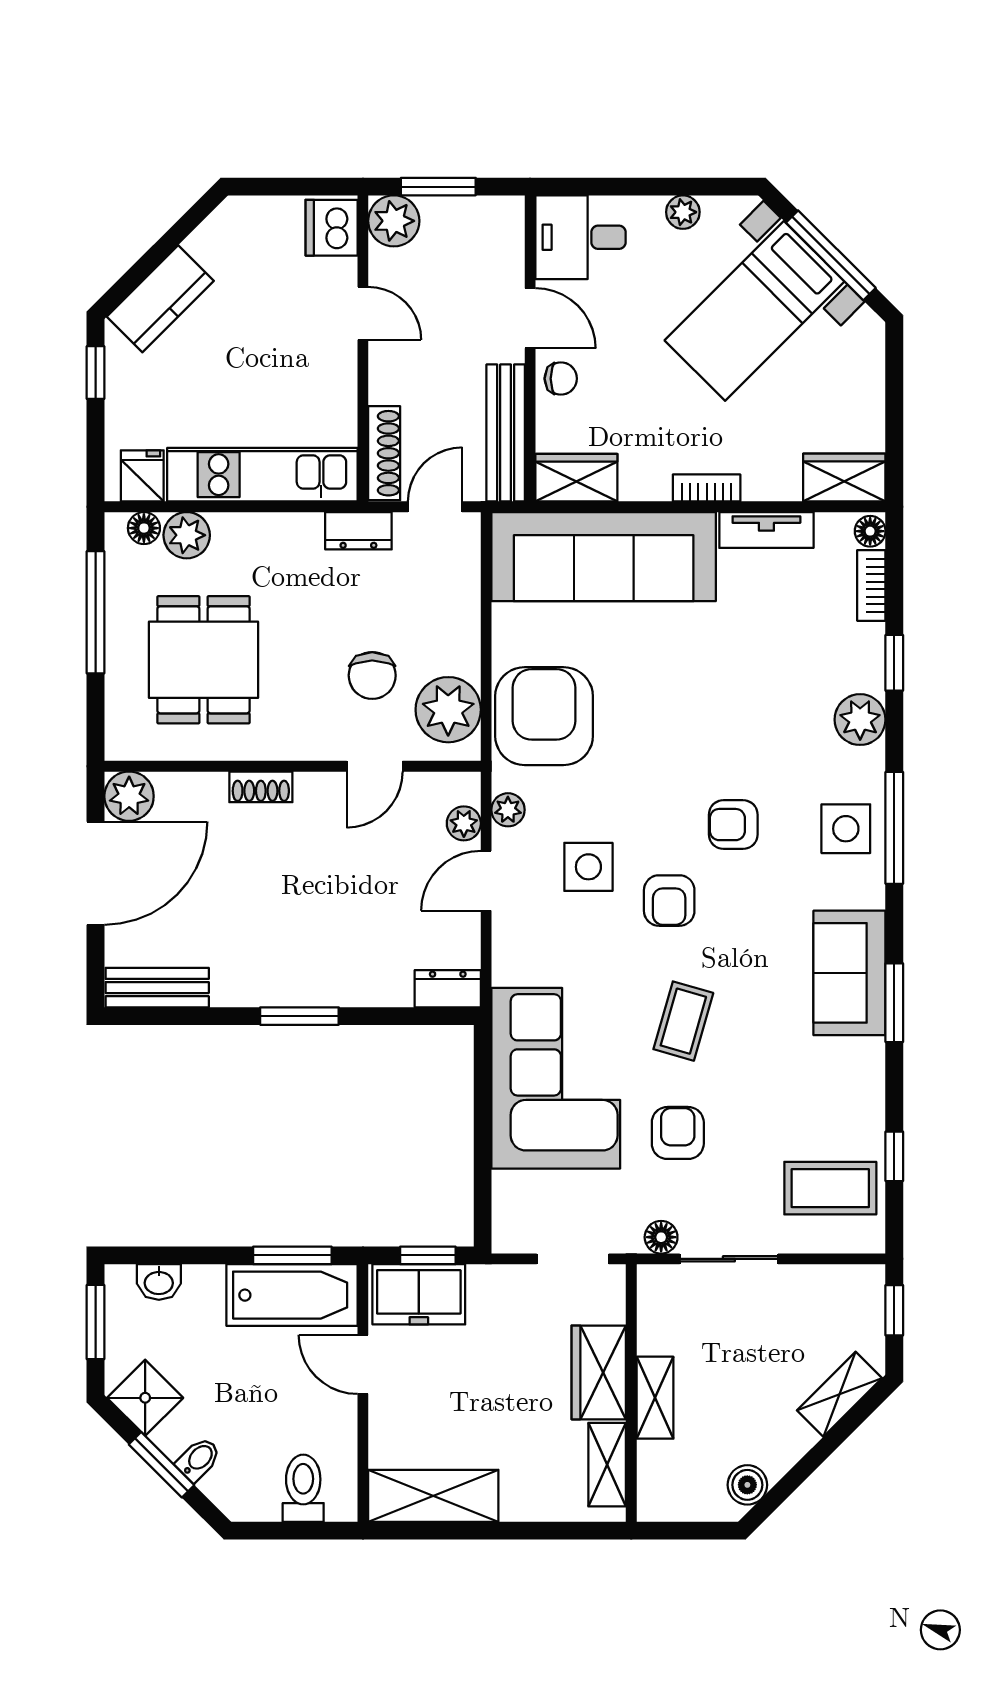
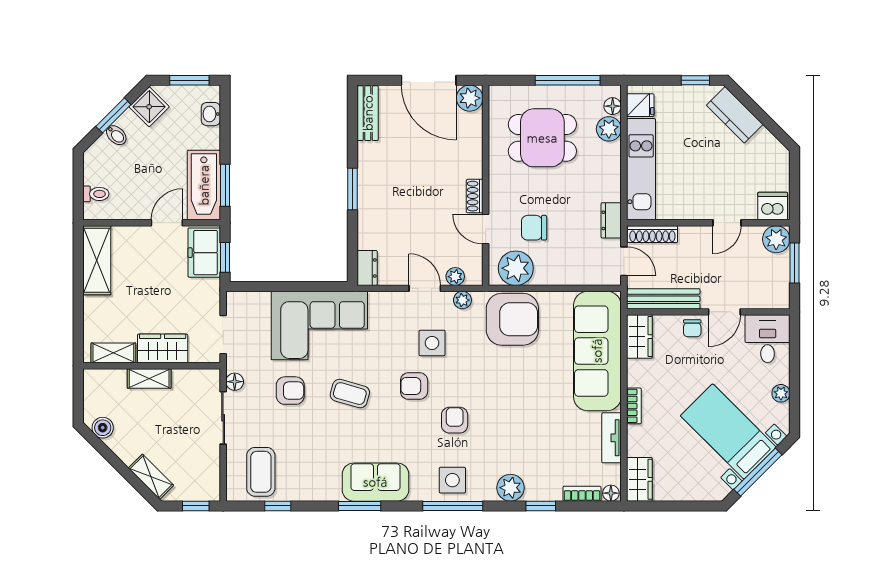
shoe rack: (261, 787) -> (475, 196), moved
toilet: (303, 1488) -> (96, 194), width x0.73, depth x0.72

